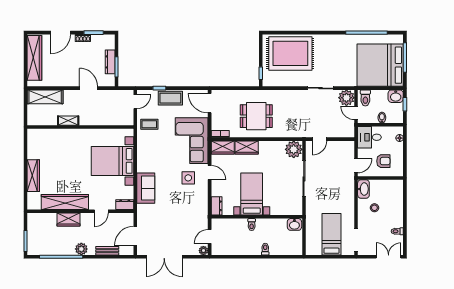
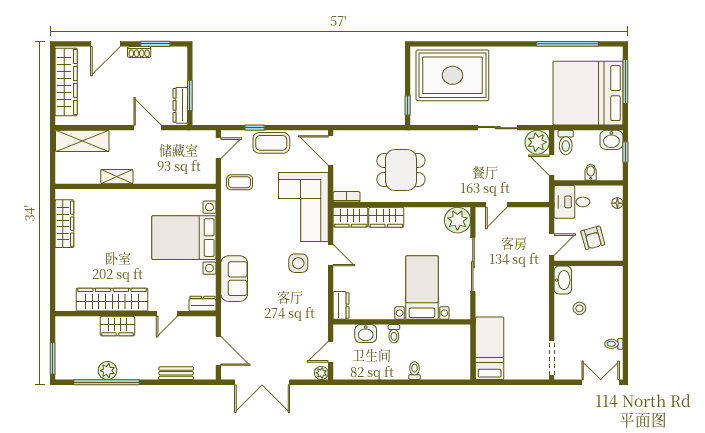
dresser: (110, 62) -> (180, 105), moved
armchair: (383, 161) -> (593, 238), turned 75
wardrobe: (33, 176) -> (64, 224), moved
bed with nightstands: (252, 194) -> (422, 288), moved
washbasin: (294, 224) -> (366, 334), moved
bed: (331, 234) -> (490, 348), moved
door: (135, 236) -> (218, 351), swing flipped
plant: (81, 249) -> (107, 371), moved

